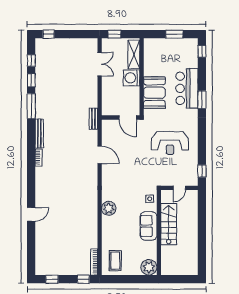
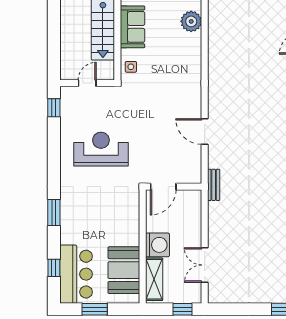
window: (202, 51) -> (54, 268), moved
bar counter: (187, 88) -> (76, 274), moved
booth: (154, 93) -> (124, 270), moved
door: (128, 117) -> (163, 187), swing flipped
plant: (109, 208) -> (191, 21), moved

